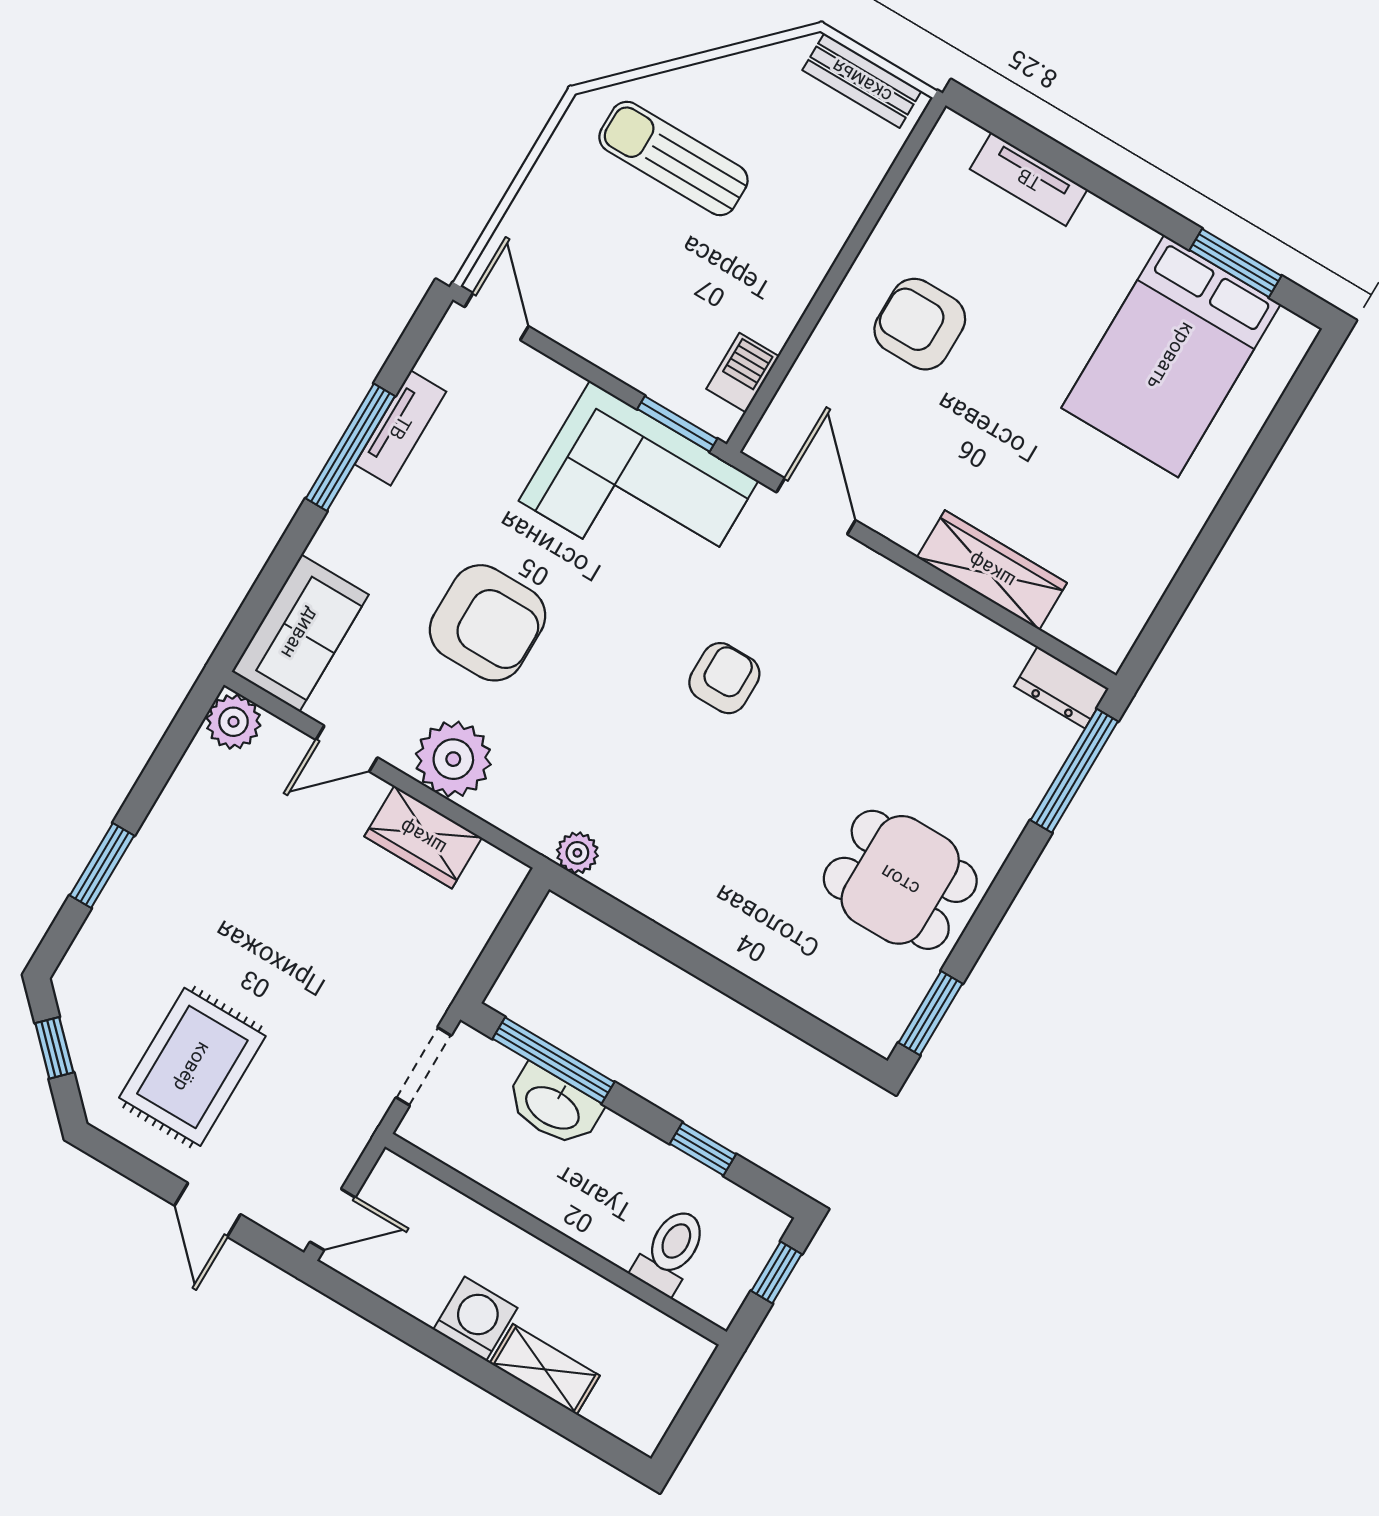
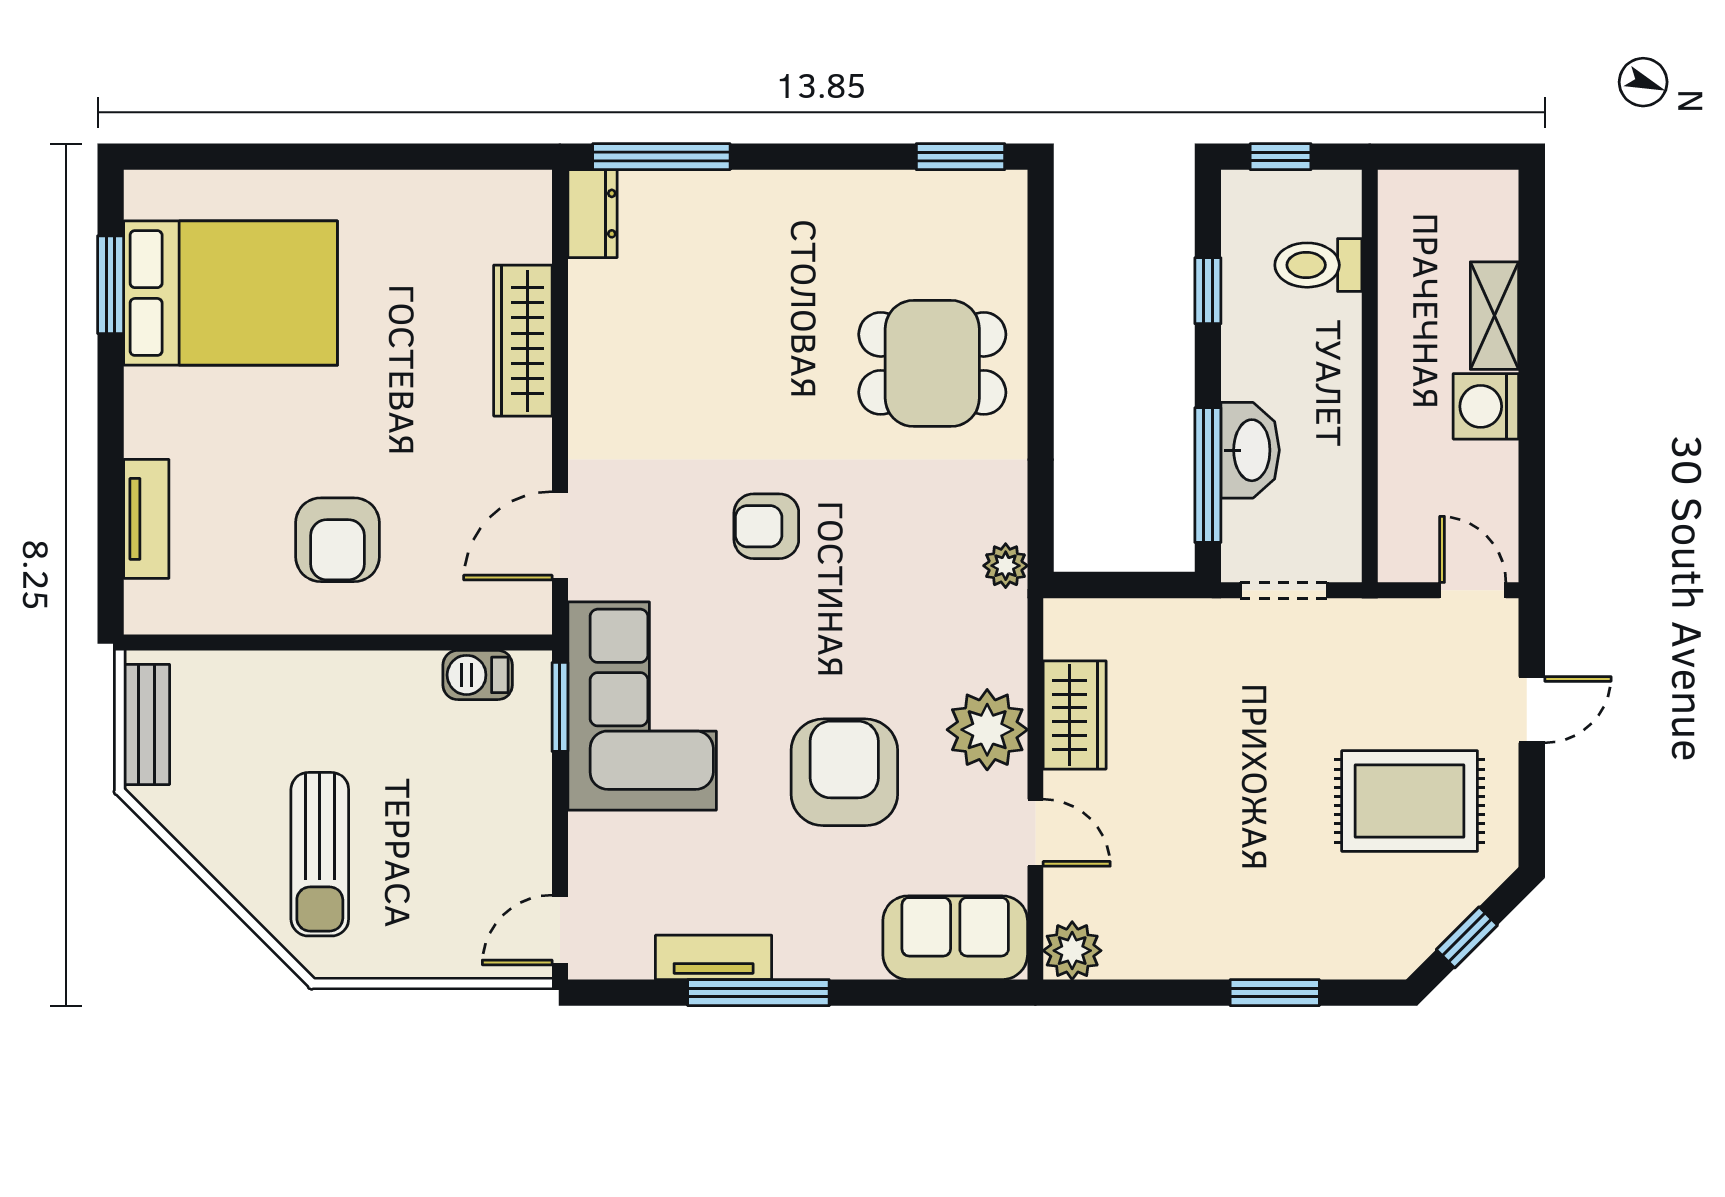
dining table: (900, 880) -> (932, 363), moved, turned 90

